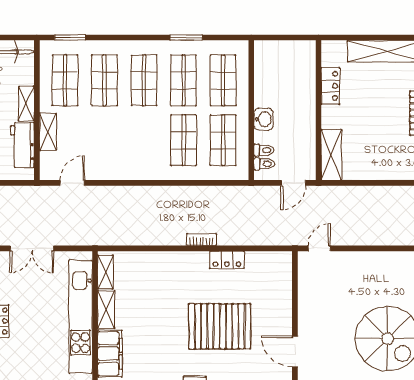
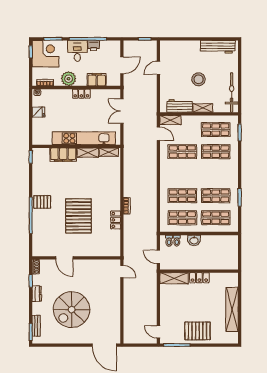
shop shelf: (144, 80) -> (182, 152), moved
locker: (330, 86) -> (199, 278), moved
shelving: (48, 132) -> (170, 120), moved
door: (295, 352) -> (64, 258), swing flipped

